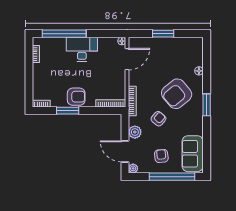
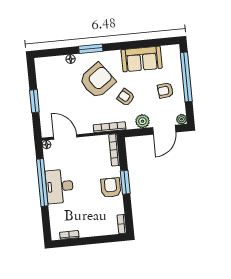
window: (64, 34) -> (42, 182), moved
armchair: (177, 94) -> (97, 81), turned -86
window: (207, 105) -> (91, 49), moved
window: (68, 111) -> (125, 182), moved
sofa: (193, 154) -> (142, 59), moved

